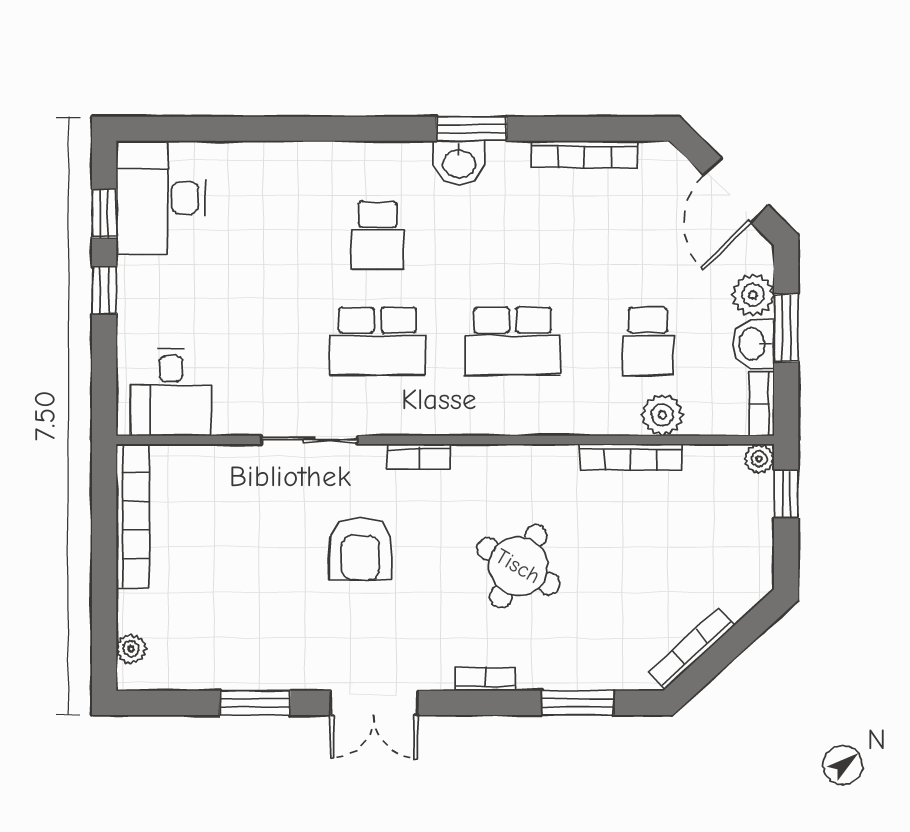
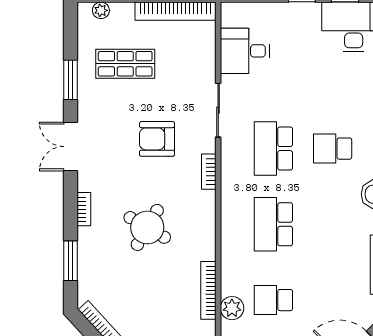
desk: (171, 392) -> (245, 51), moved
shop shelf: (226, 605) -> (125, 64), added

